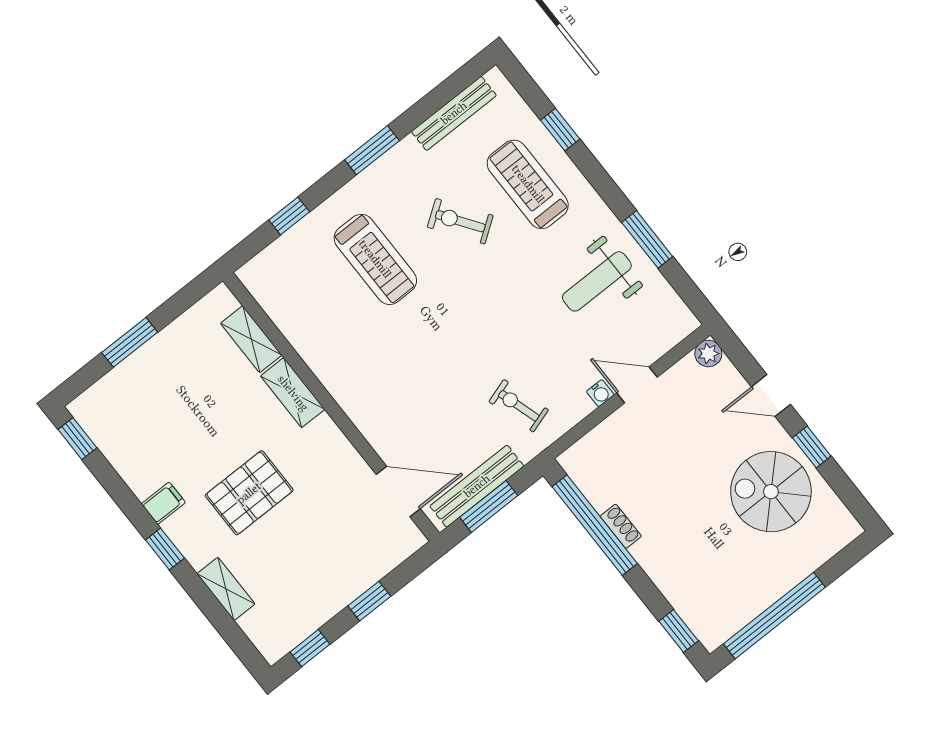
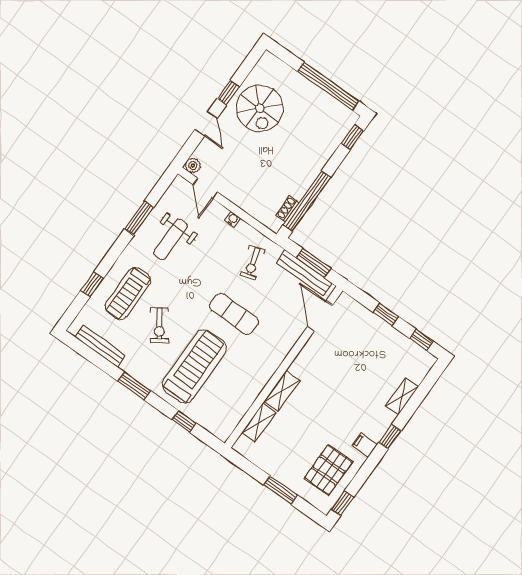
treadmill: (375, 259) -> (194, 366), width x1.37, depth x1.38
weight bench: (597, 281) -> (171, 239), turned 90
exercise mat: (443, 350) -> (234, 314), added
door: (637, 385) -> (205, 188), moved
pallet: (249, 493) -> (328, 470), moved, turned 90
shoe rack: (621, 526) -> (287, 209), moved

